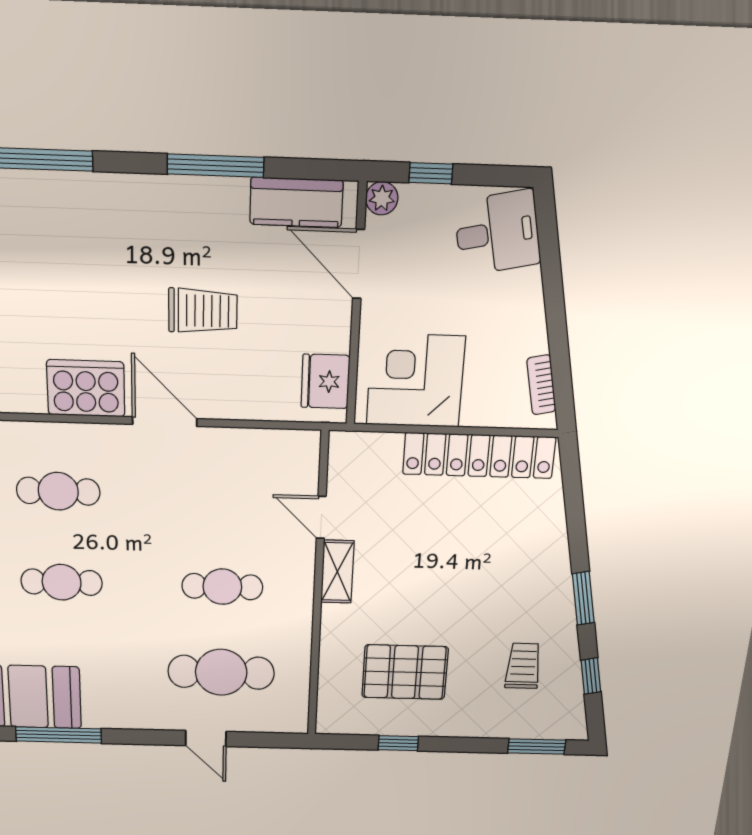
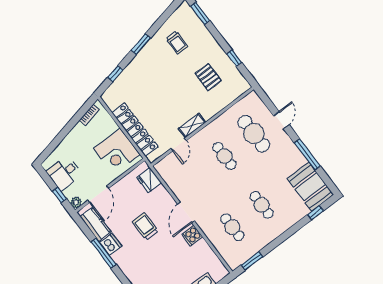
dishwasher: (223, 200) -> (111, 244), added
desk: (497, 233) -> (64, 173), moved, turned -78
fridge: (325, 381) -> (149, 180), moved, turned 90
cooker: (86, 388) -> (192, 236), width x0.53, depth x0.76
locker: (479, 456) -> (135, 130), moved
trolley: (523, 666) -> (177, 42), turned -90
pallet: (405, 672) -> (208, 77), width x0.67, depth x0.71
window: (591, 676) -> (115, 74), moved
window: (59, 735) -> (307, 154), moved

